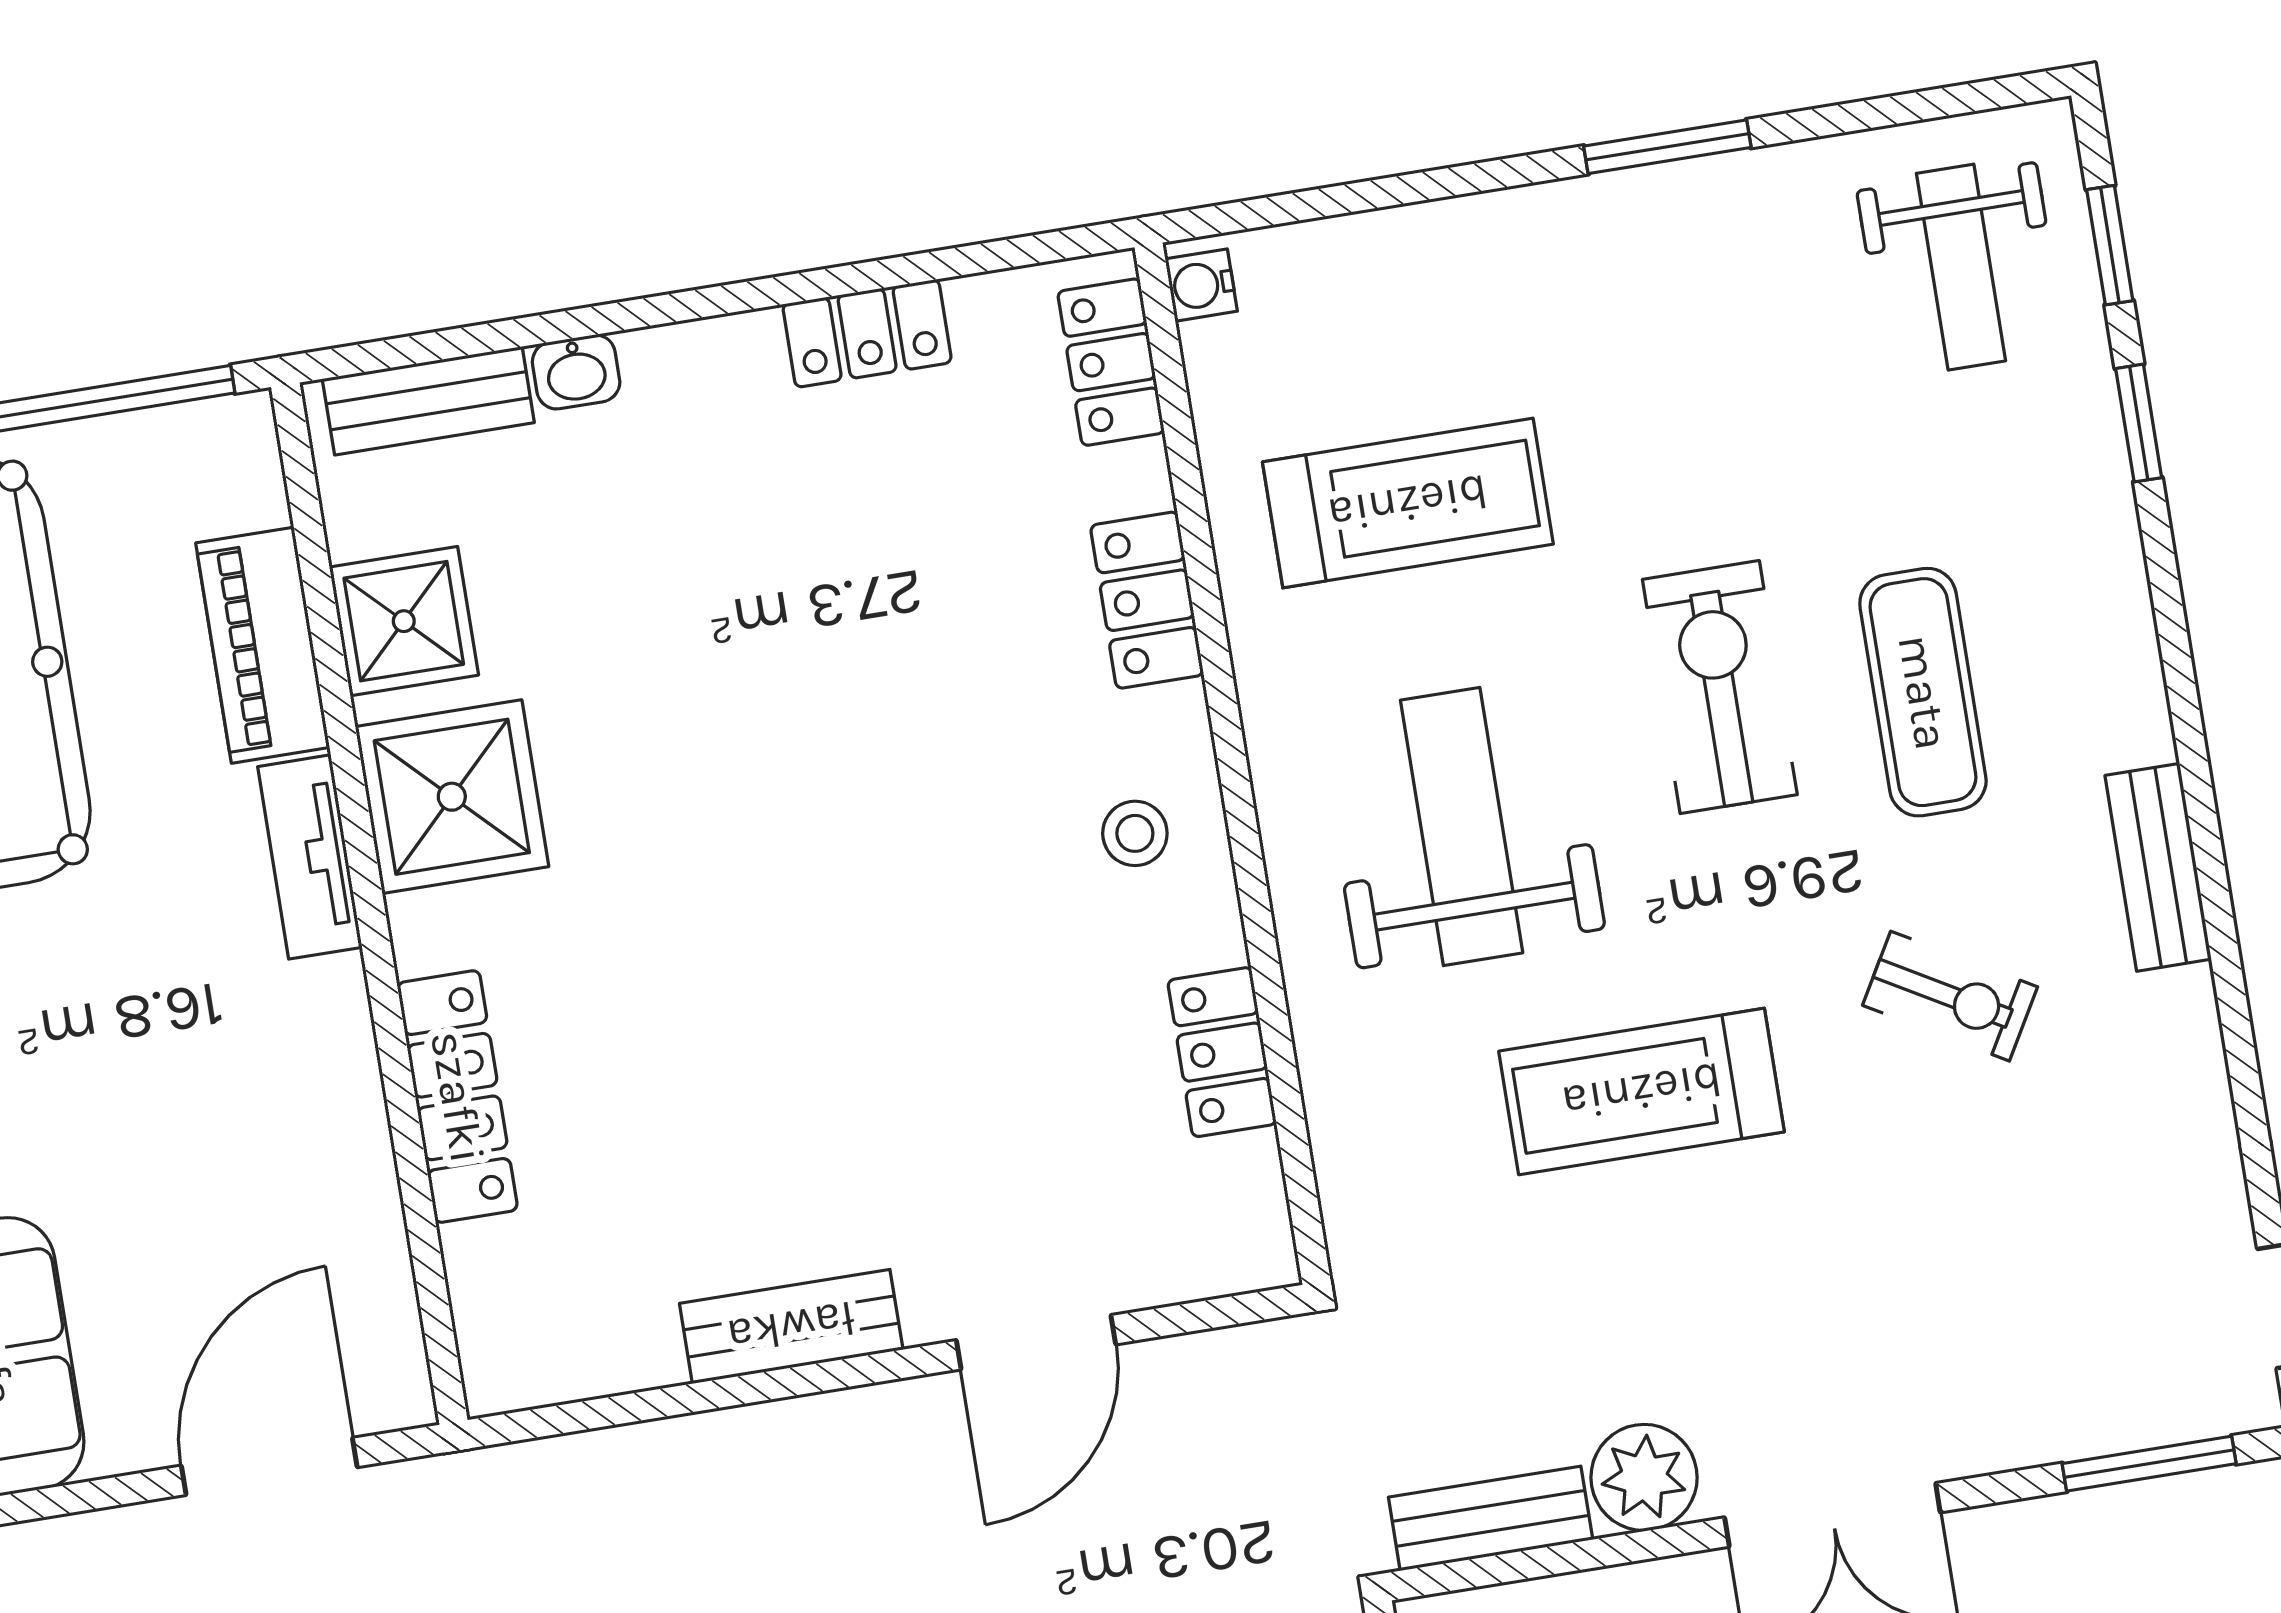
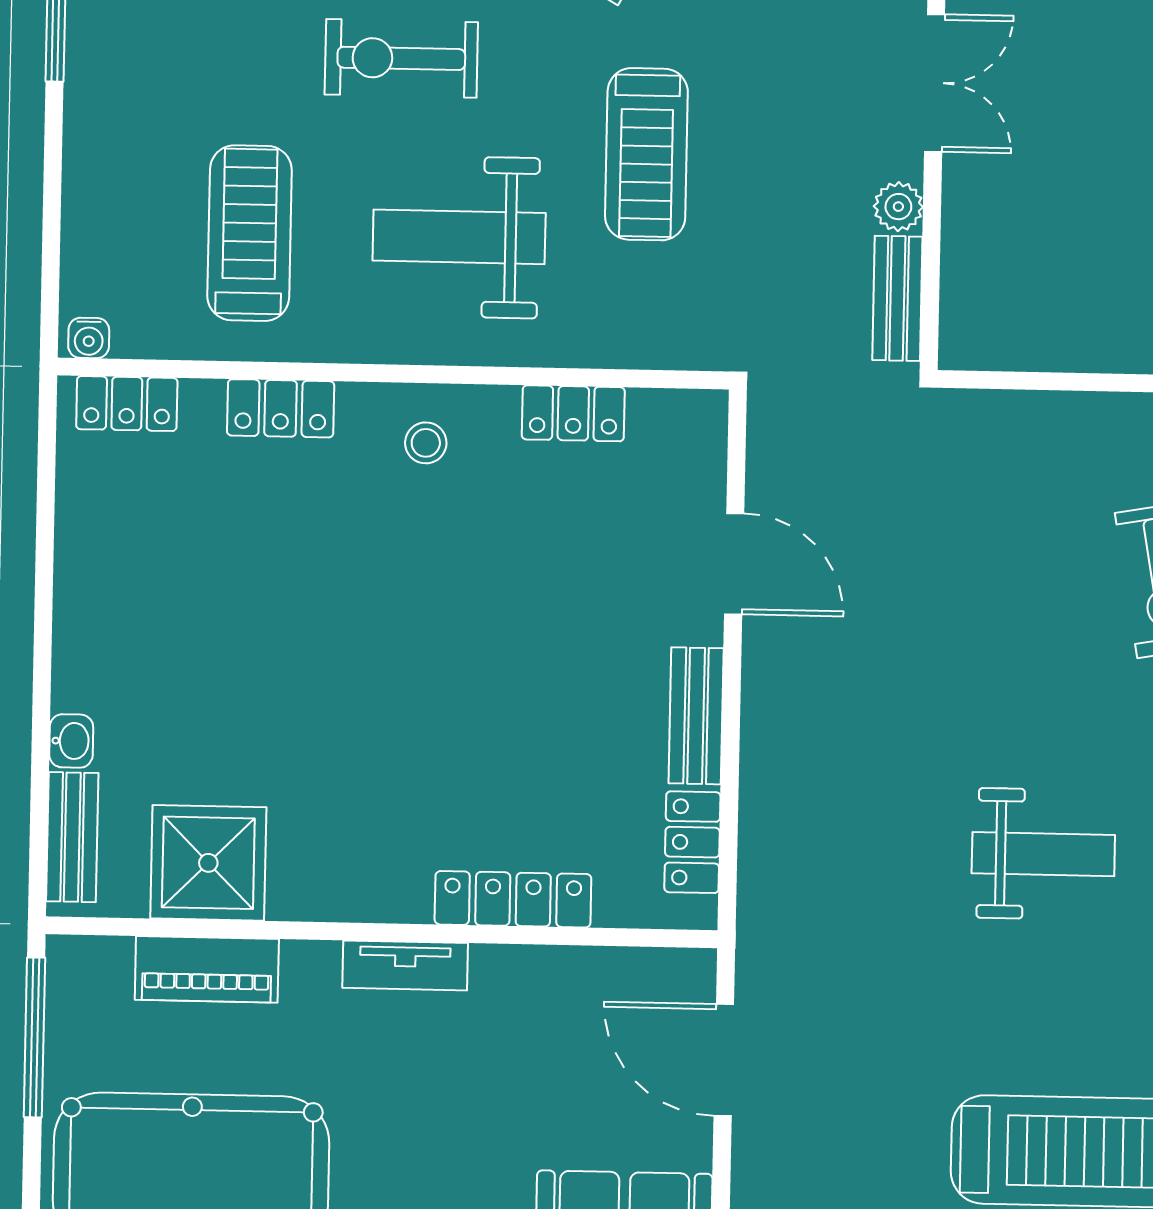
locker: (867, 333) -> (692, 842), moved, turned 180
shower: (404, 621) -> (208, 863), width x1.36, depth x1.36
shower: (452, 797) -> (324, 868), removed
tv unit: (310, 857) -> (405, 965), moved
plant: (1644, 1477) -> (898, 207), width x0.73, depth x0.73

